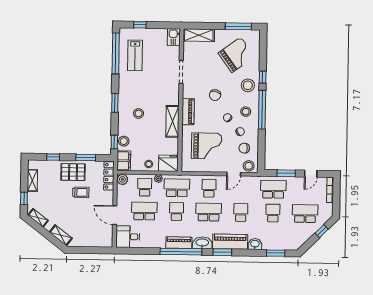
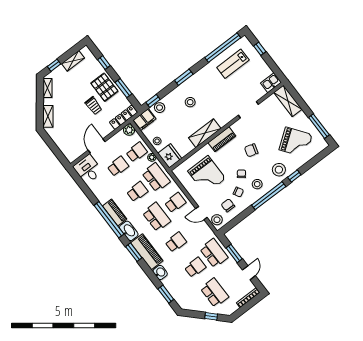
door: (311, 174) -> (249, 273), swing flipped
school desk: (144, 211) -> (118, 166), width x0.54

